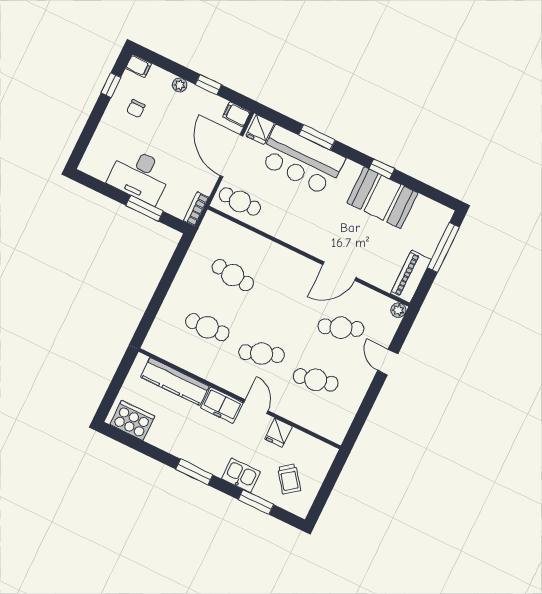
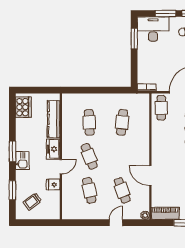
window: (93, 122) -> (166, 14), added
desk: (140, 176) -> (153, 29), moved, turned 90
window: (145, 208) -> (134, 38), moved
kitchen sink: (241, 475) -> (22, 160), moved

